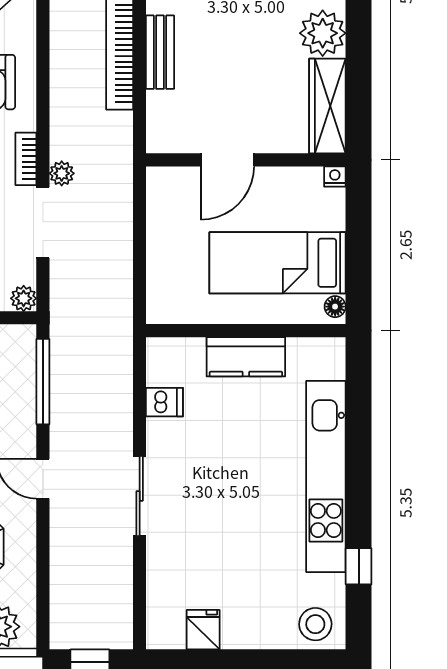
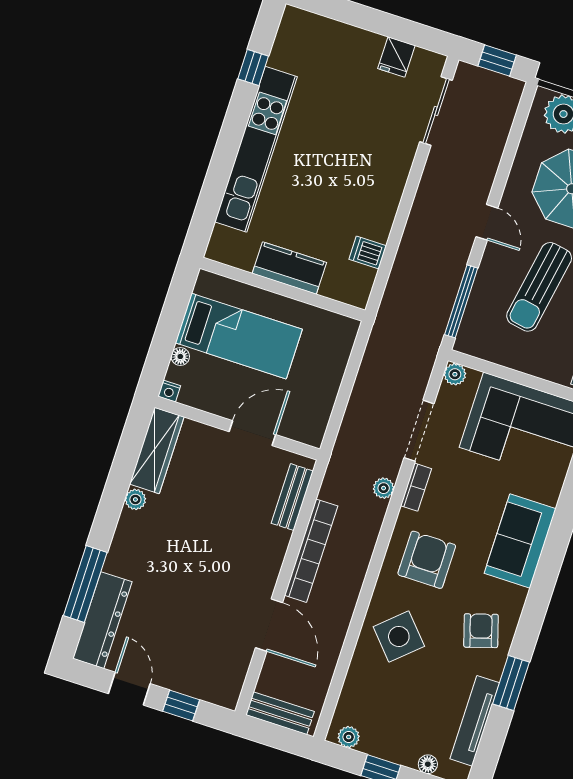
plant: (323, 33) -> (135, 499), width x0.53, depth x0.53
bench: (160, 52) -> (292, 497), moved
plant: (62, 173) -> (384, 488), moved
floor lamp: (335, 307) -> (180, 356), moved
sliding door: (140, 496) -> (436, 111), moved
stool: (315, 624) -> (304, 32), removed

